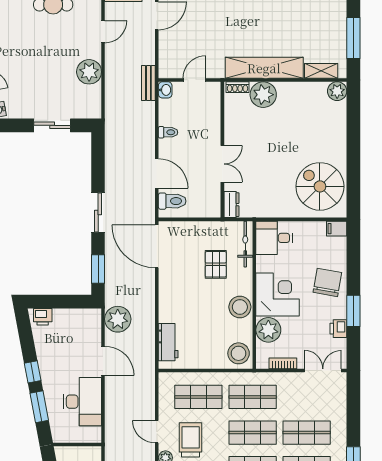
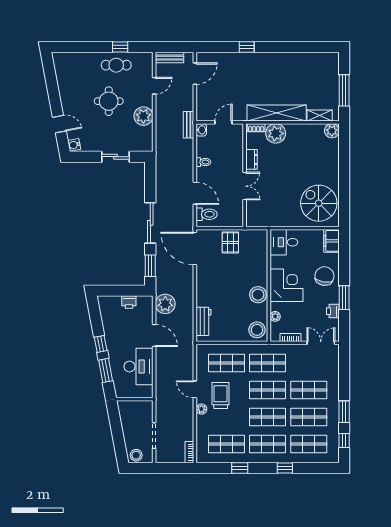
round table: (43, 52) -> (109, 101), added
dresser: (231, 205) -> (252, 159), moved
sliding door: (98, 212) -> (150, 223), width x1.37
filing cabinet: (337, 229) -> (331, 241), width x2.00
bicycle: (245, 244) -> (262, 247), removed
pallet: (216, 264) -> (230, 242), moved
printer: (43, 317) -> (129, 302), moved
plant: (268, 330) -> (275, 316), width x0.53, depth x0.53

